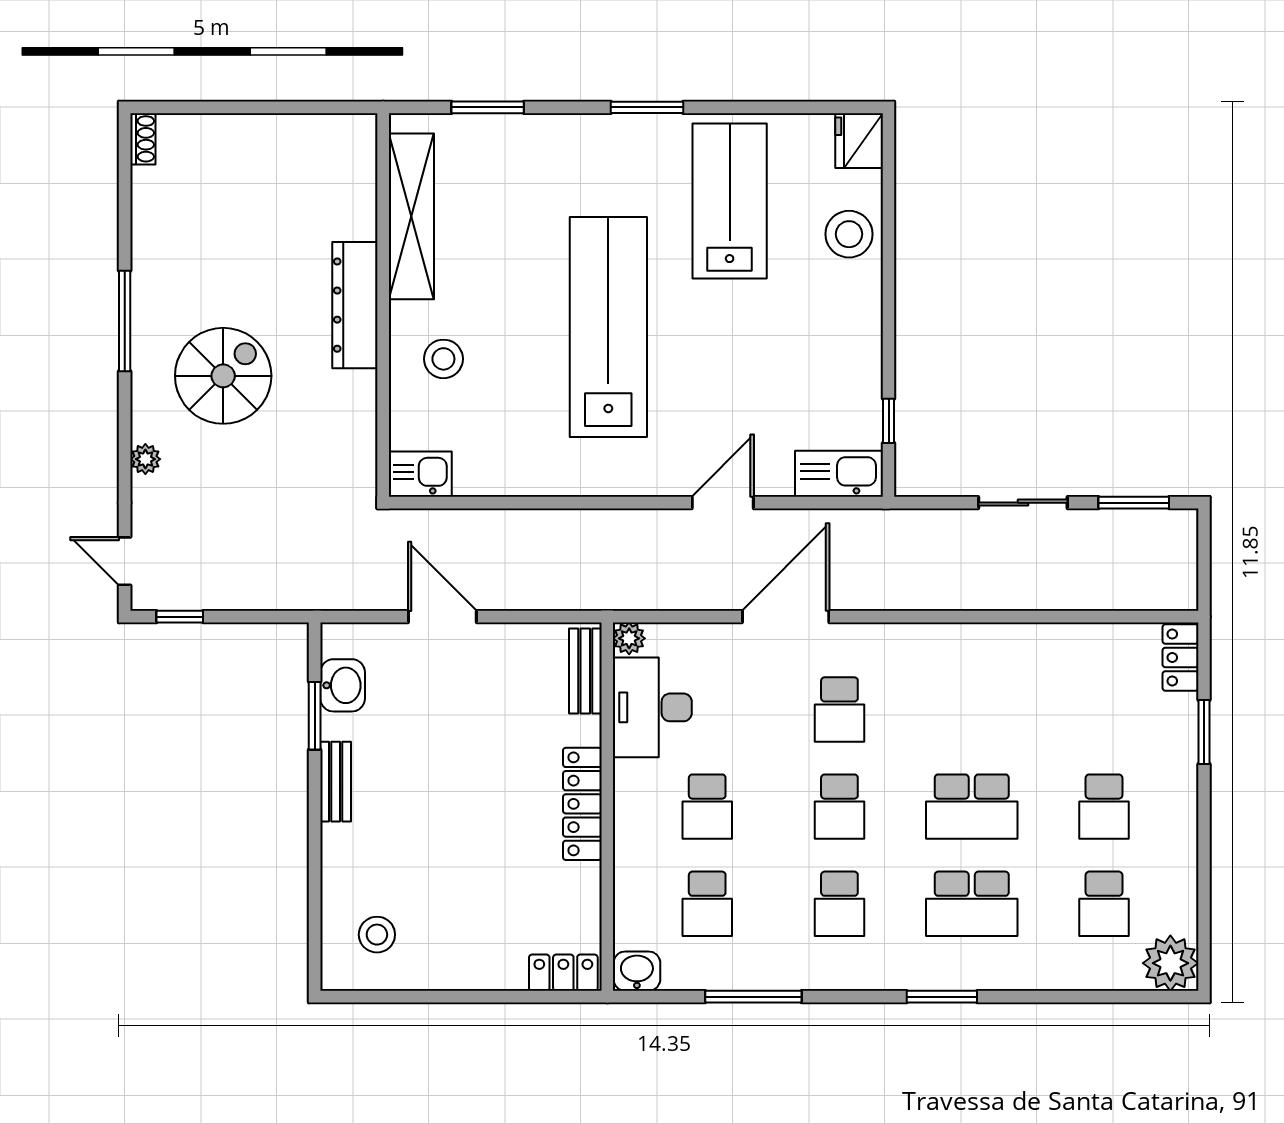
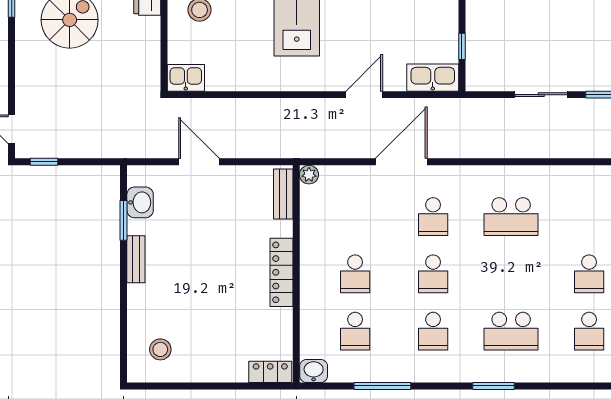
plant: (145, 459) -> (24, 69), removed
desk: (652, 707) -> (323, 215), removed
school desk: (972, 807) -> (511, 217), moved

